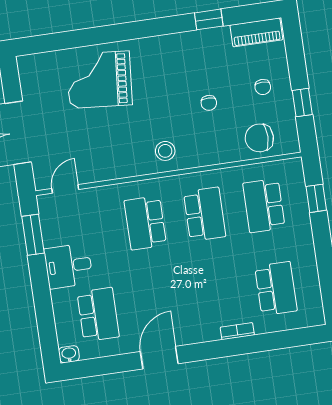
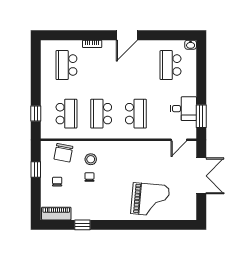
chair: (259, 138) -> (63, 153), turned 101
stool: (165, 151) -> (91, 159), moved
desk: (69, 266) -> (183, 109), moved
door: (159, 358) -> (127, 35), moved

